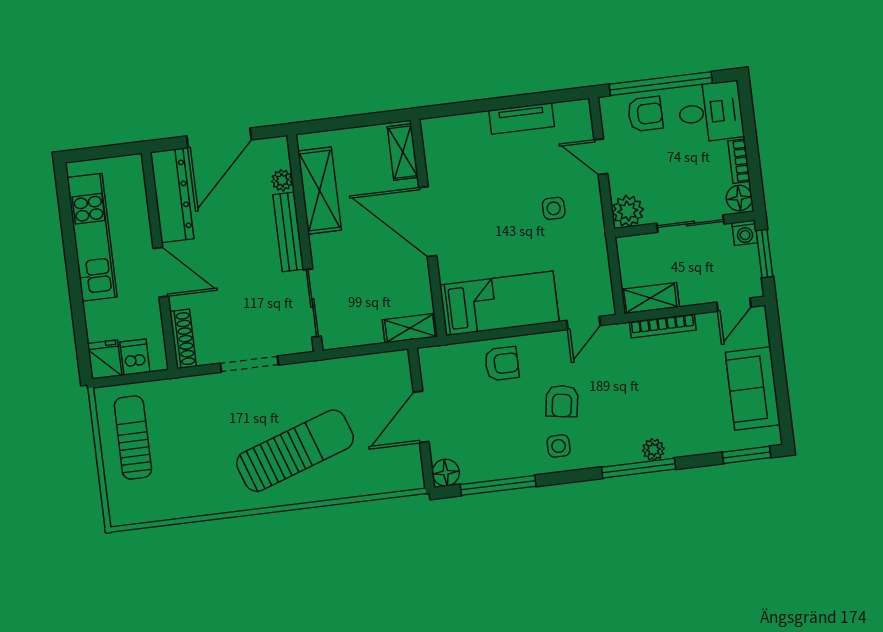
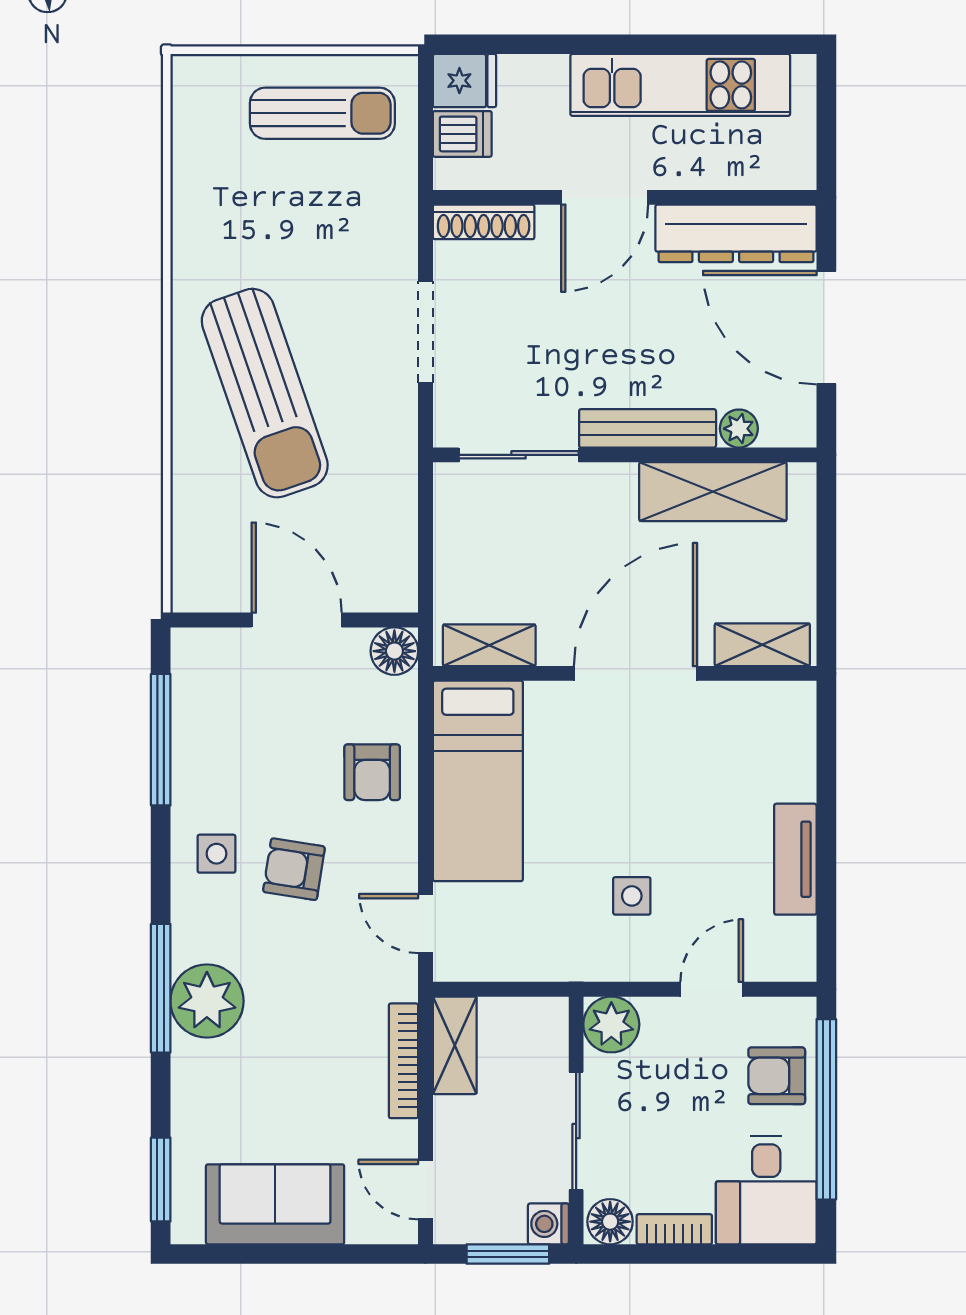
armchair: (645, 114) -> (777, 1076), turned 90
shelving: (410, 328) -> (489, 645), moved, turned 90
plant: (653, 450) -> (207, 1001), width x1.88, depth x1.88
floor lamp: (446, 473) -> (394, 651), moved

